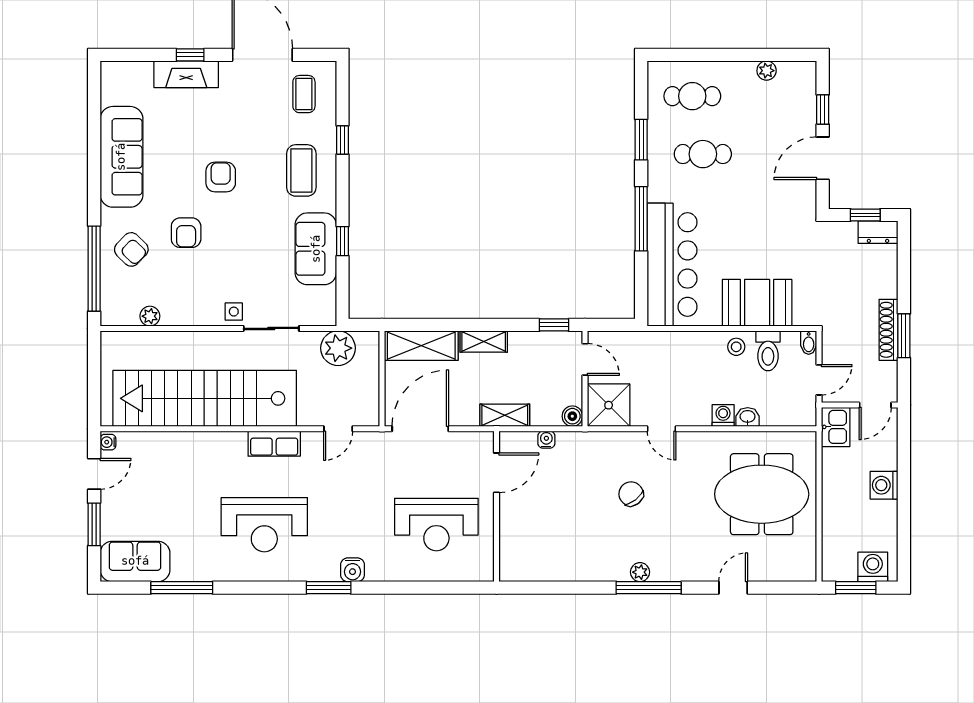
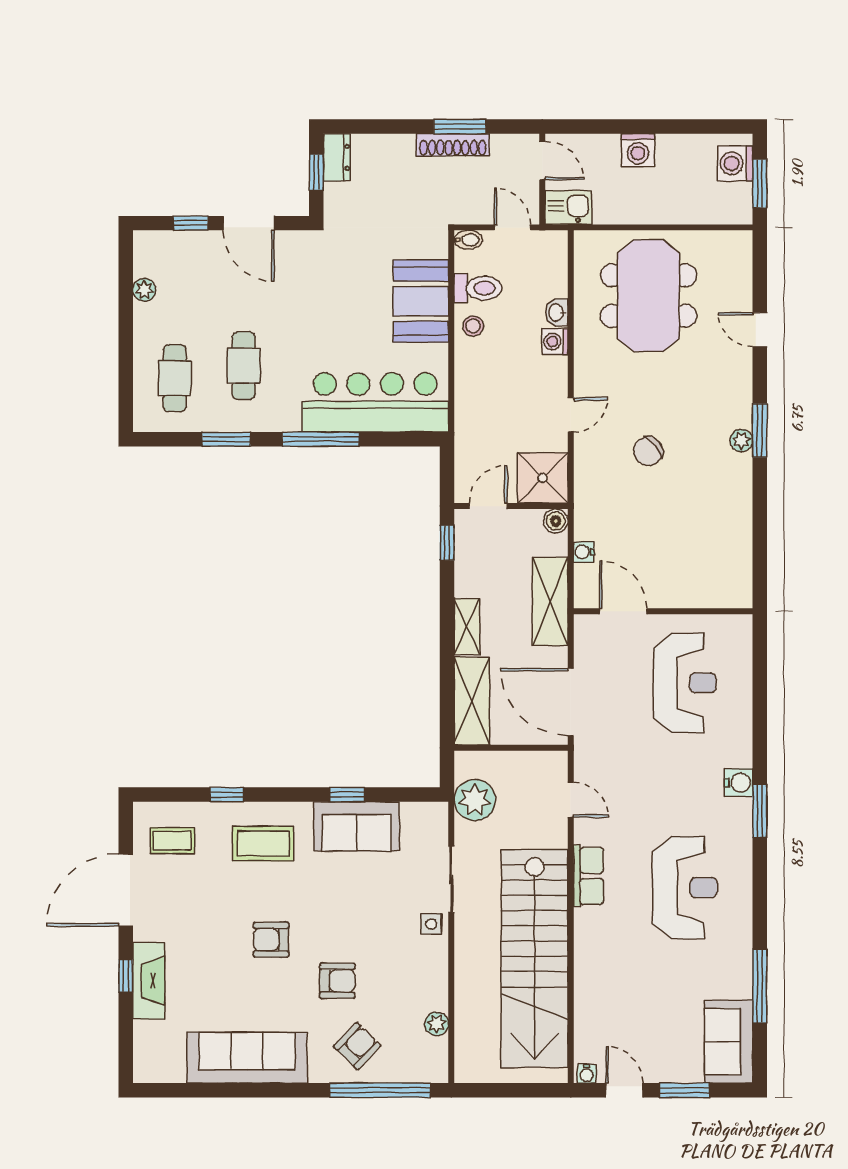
shelving: (505, 415) -> (550, 601), width x1.50, depth x1.33
window: (649, 588) -> (760, 430), width x0.69

